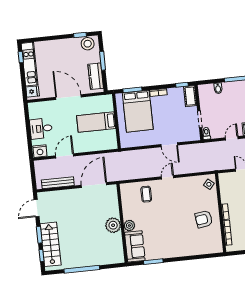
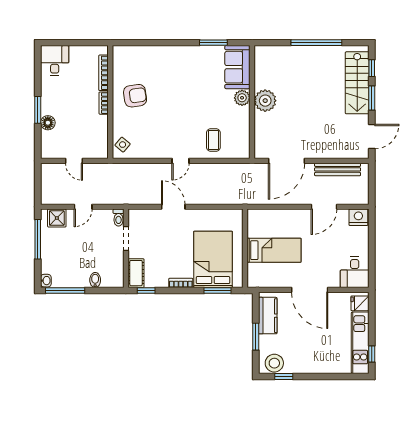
desk: (41, 129) -> (355, 272), moved, turned 90

